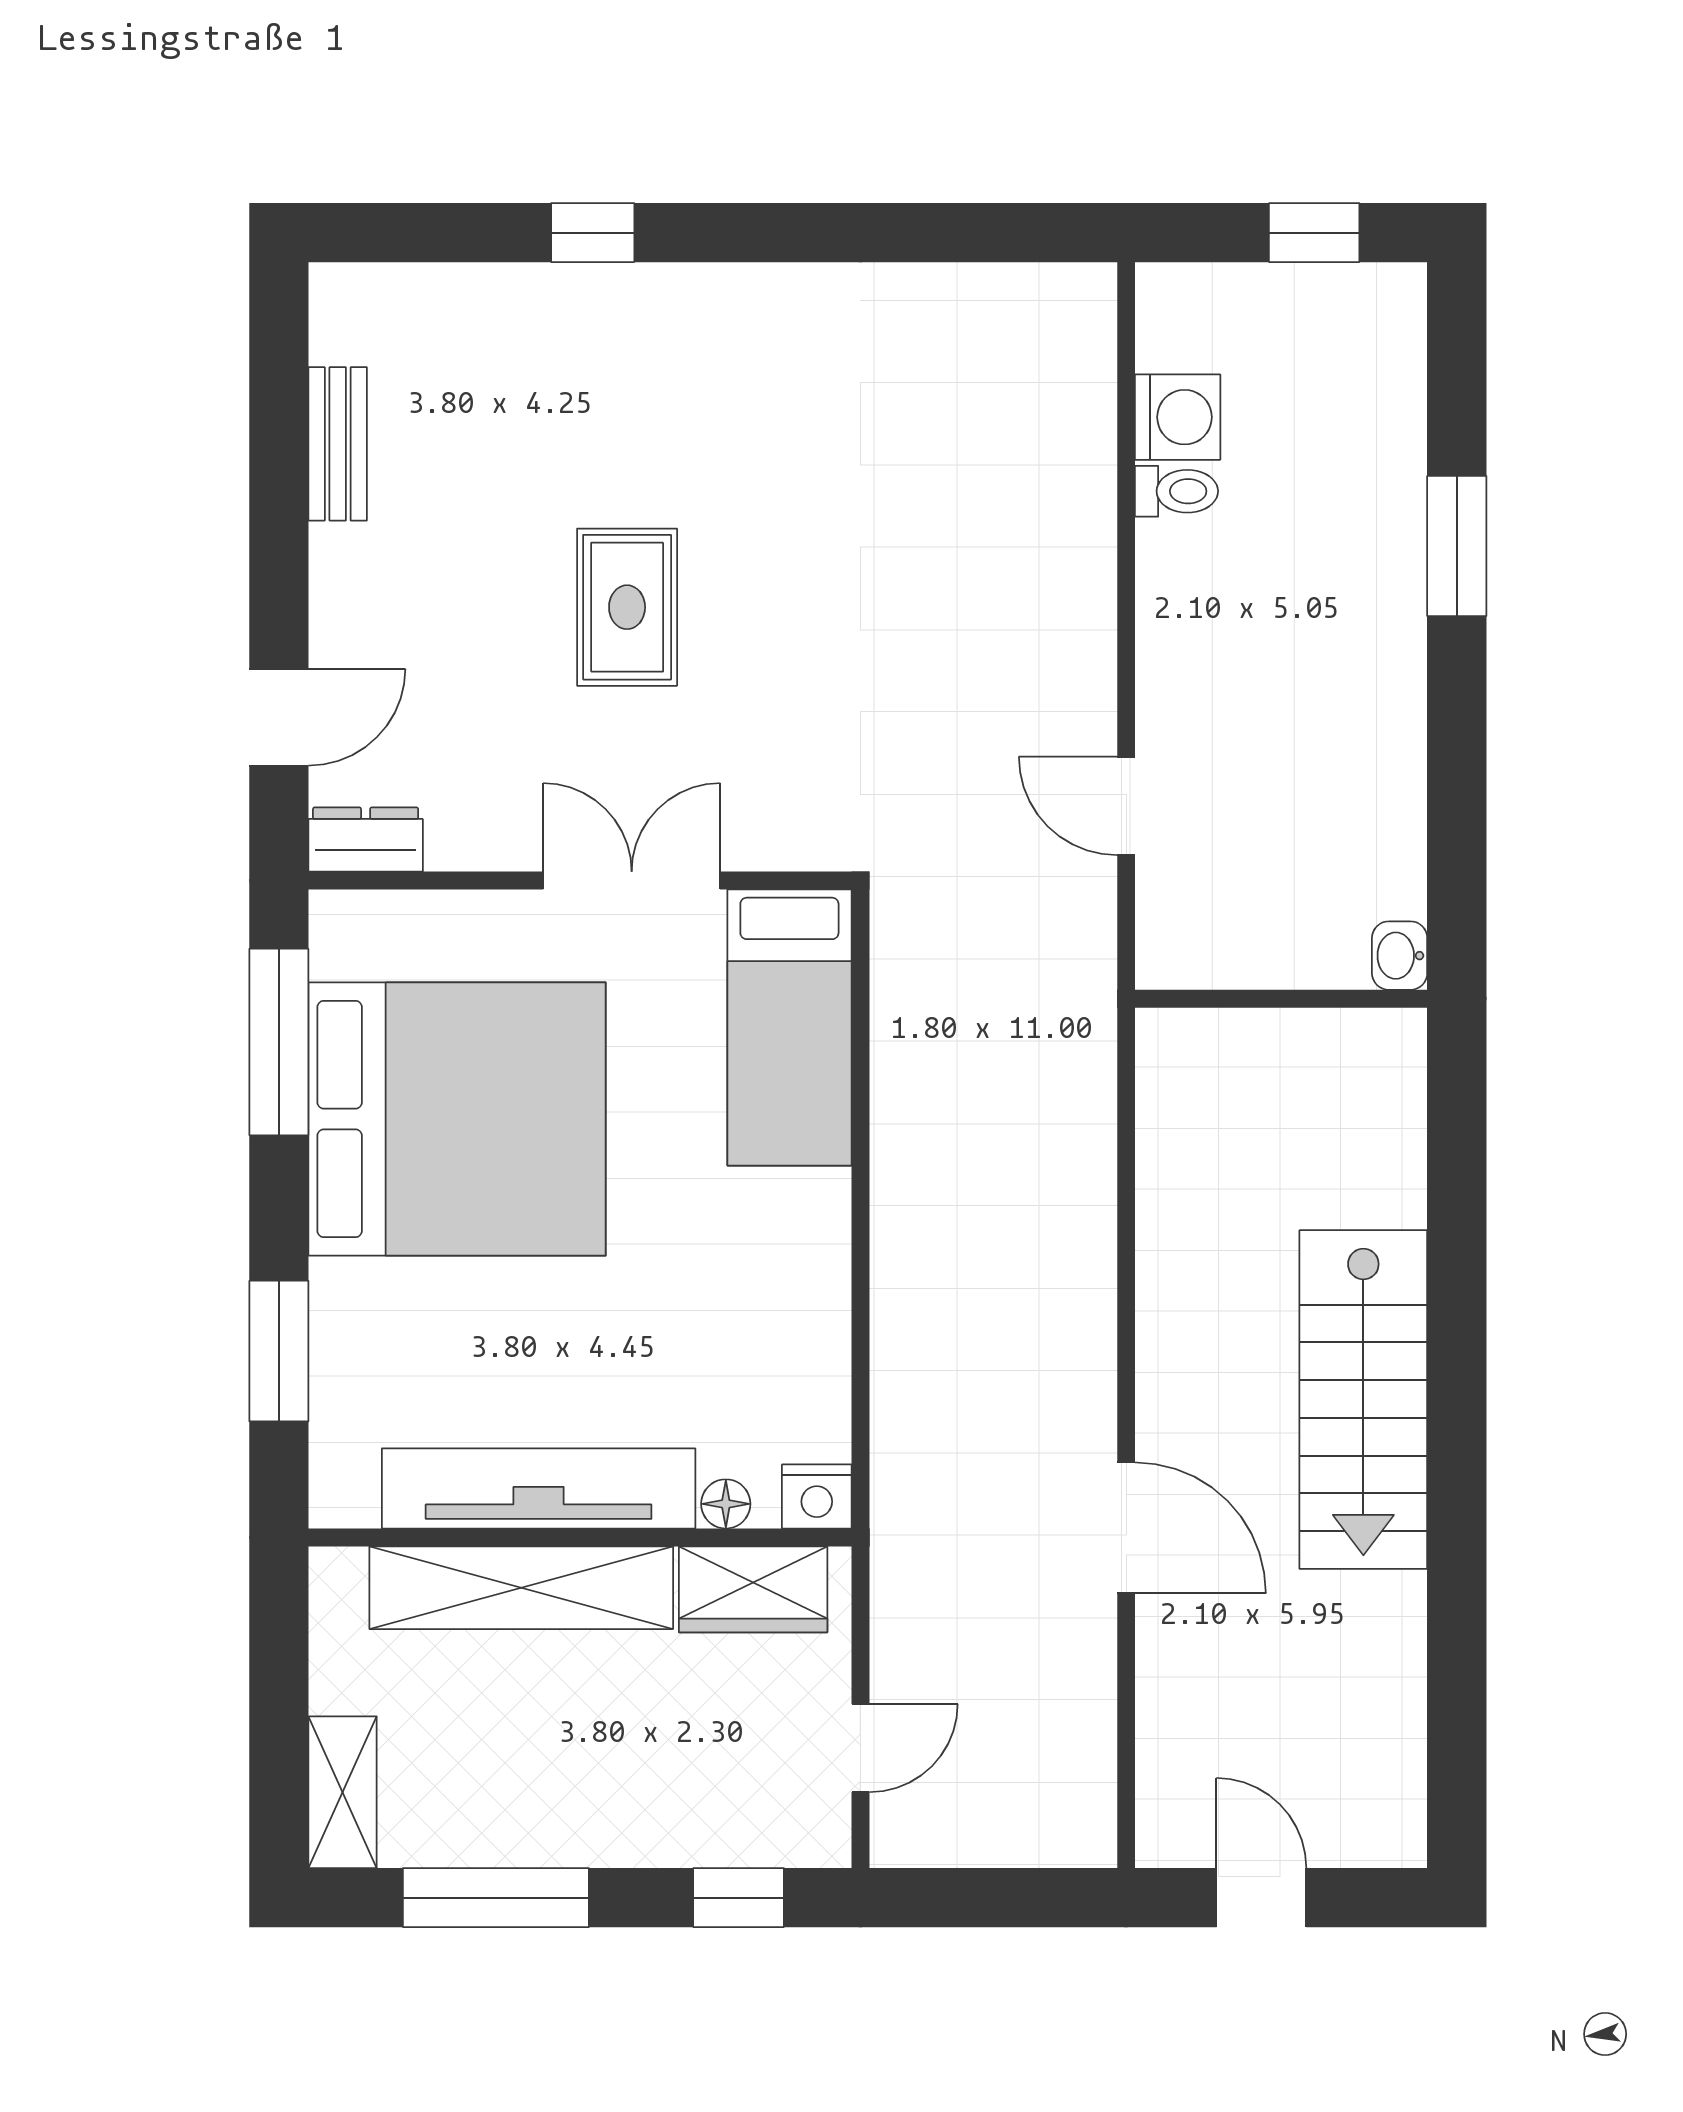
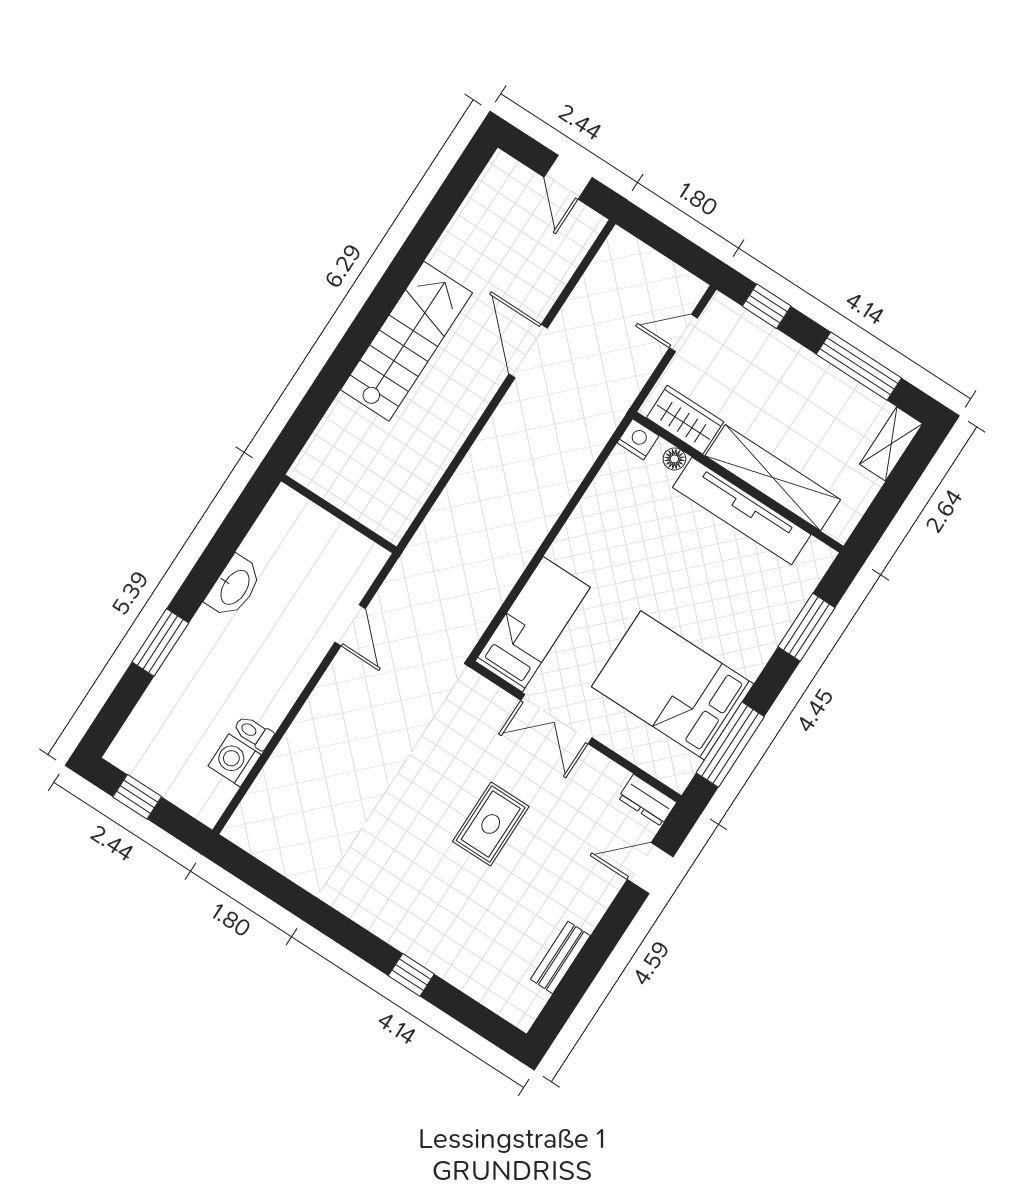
washbasin: (1400, 956) -> (234, 587), moved, width x1.91, depth x1.45
bed: (457, 1119) -> (673, 685), width x0.73

